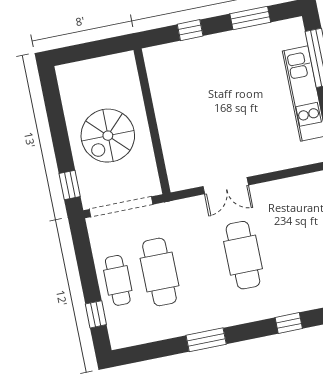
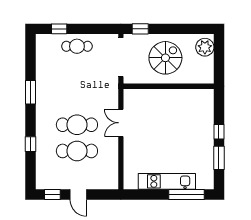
window: (190, 30) -> (219, 132), moved
plant: (78, 76) -> (205, 47), added
spiral stairs: (108, 136) -> (165, 58), turned 90
cafe table: (159, 272) -> (77, 151), moved

